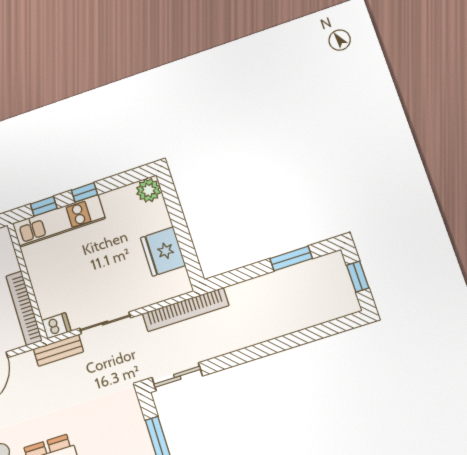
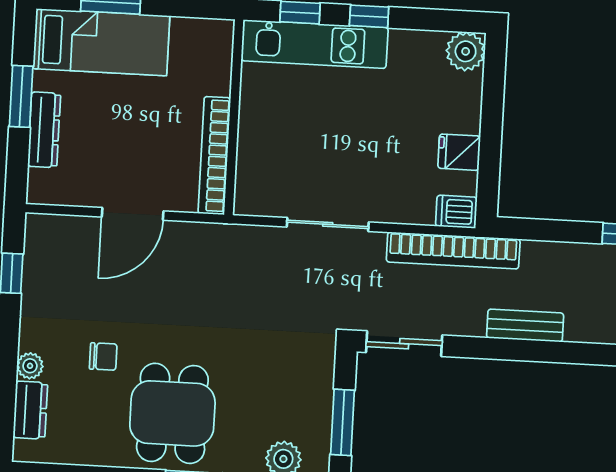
fridge: (163, 252) -> (459, 152), width x0.53, depth x0.75
dishwasher: (56, 326) -> (456, 212), moved, turned 180
bench: (58, 350) -> (525, 325), moved

